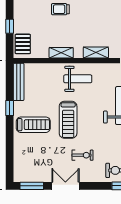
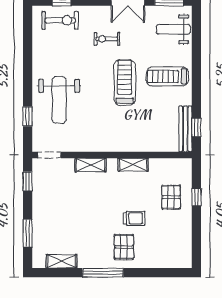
pallet: (23, 44) -> (171, 197), moved
weight bench: (78, 79) -> (173, 29), moved
window: (10, 108) -> (196, 127), moved

